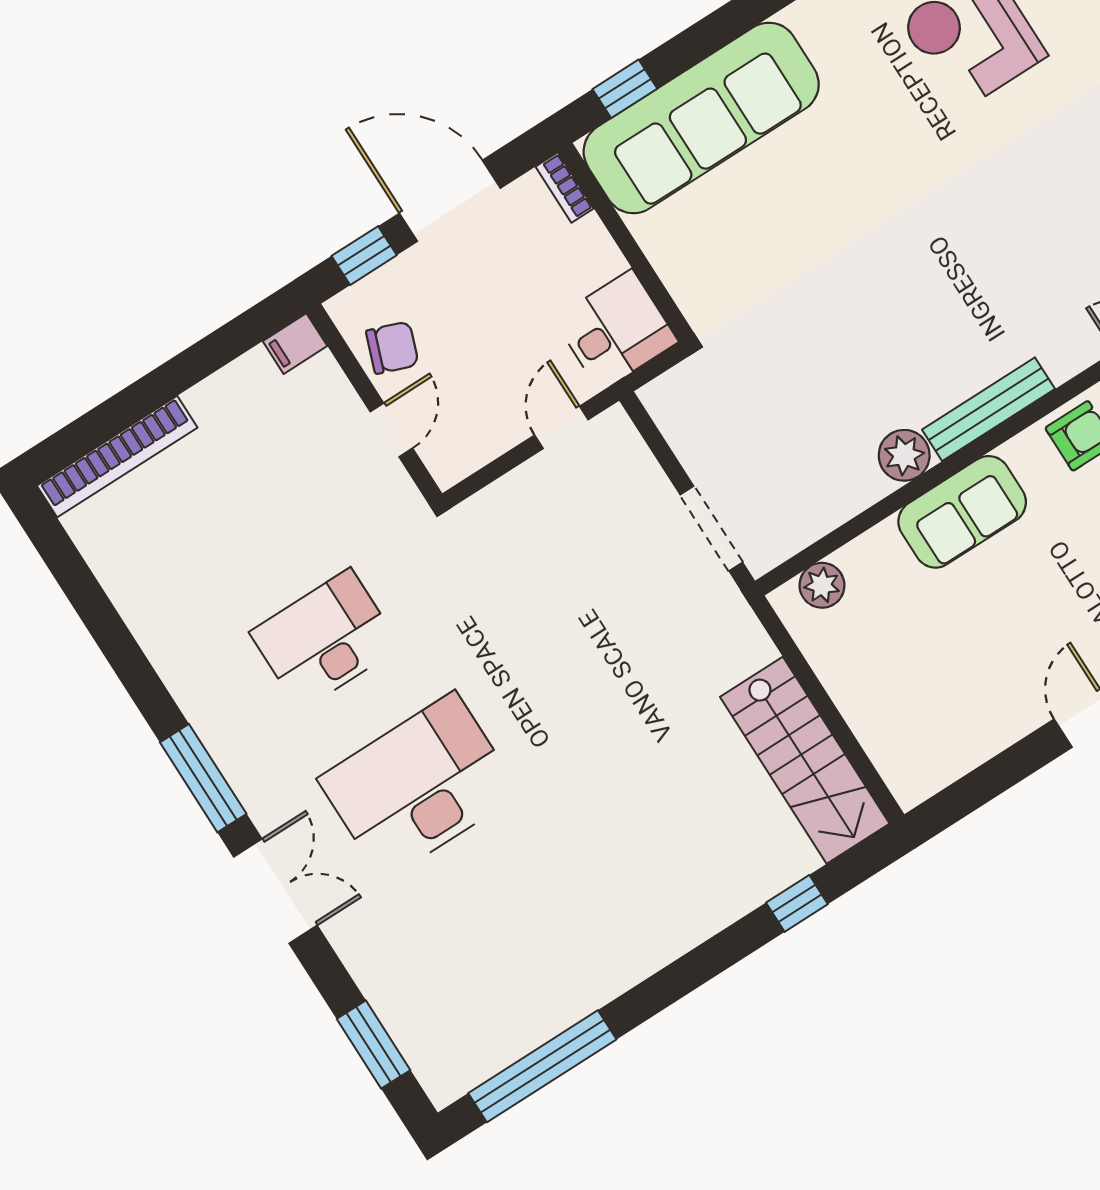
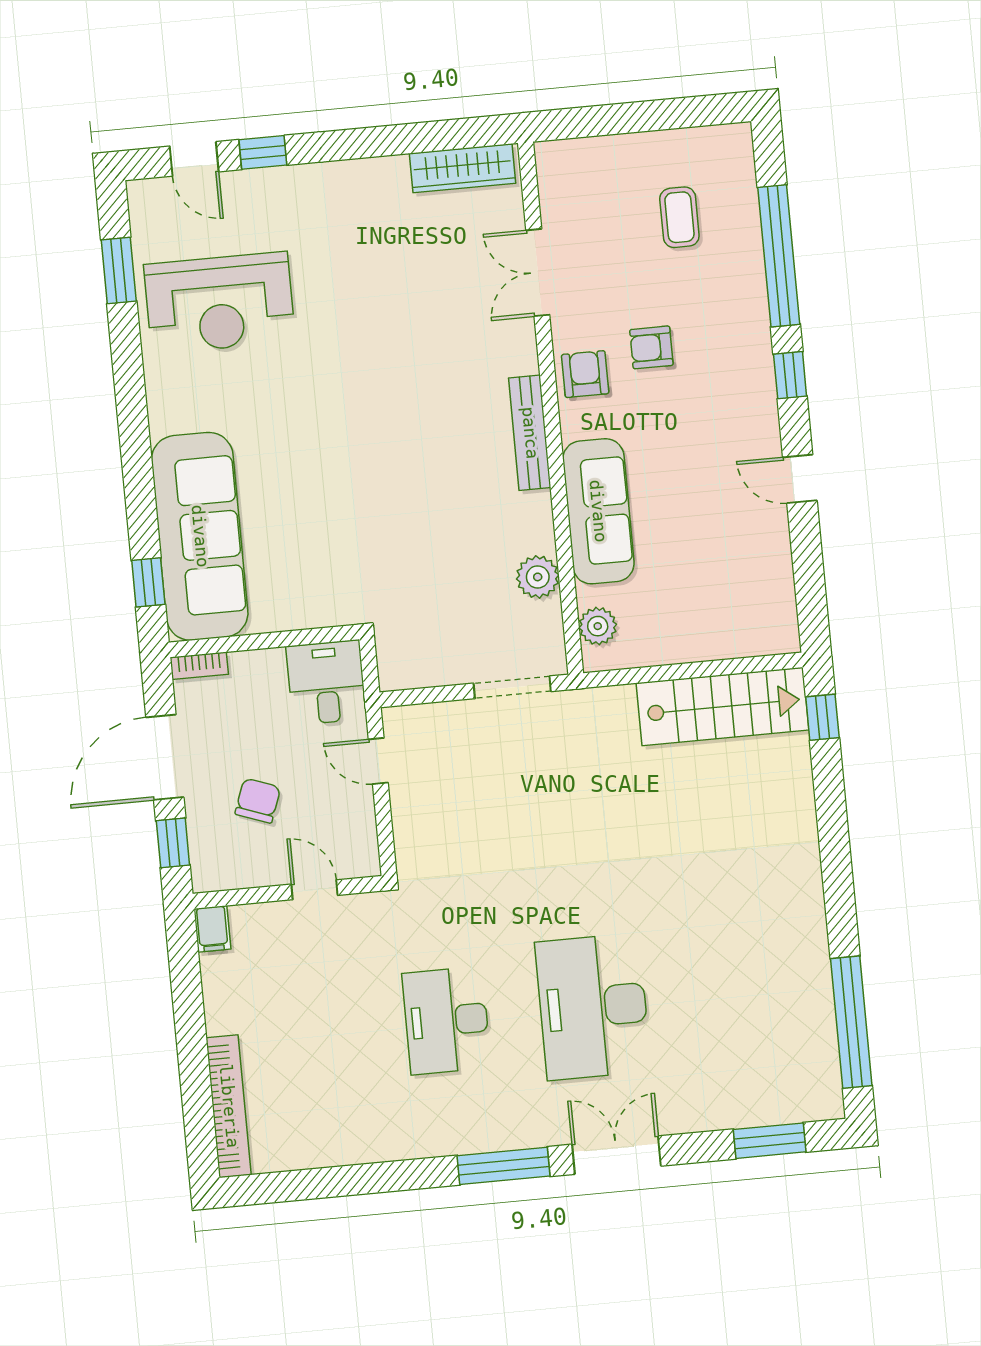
chair: (392, 348) -> (258, 801), moved
plant: (904, 455) -> (538, 577), moved
sofa: (962, 512) -> (598, 511), width x1.36
window: (797, 903) -> (822, 717), moved

